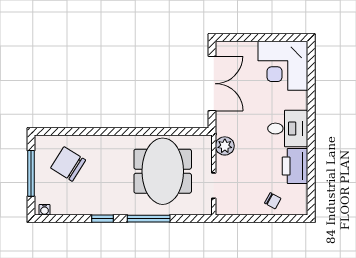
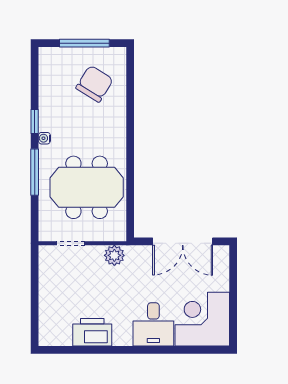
desk: (288, 129) -> (153, 324), moved
chair: (273, 201) -> (54, 308), removed
water cooler: (45, 210) -> (44, 138), moved

